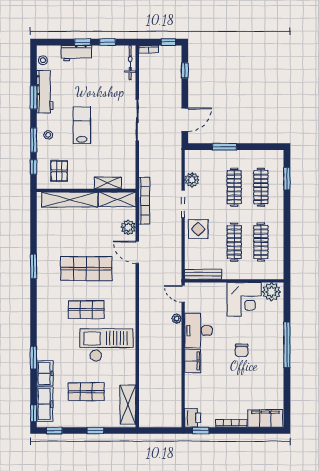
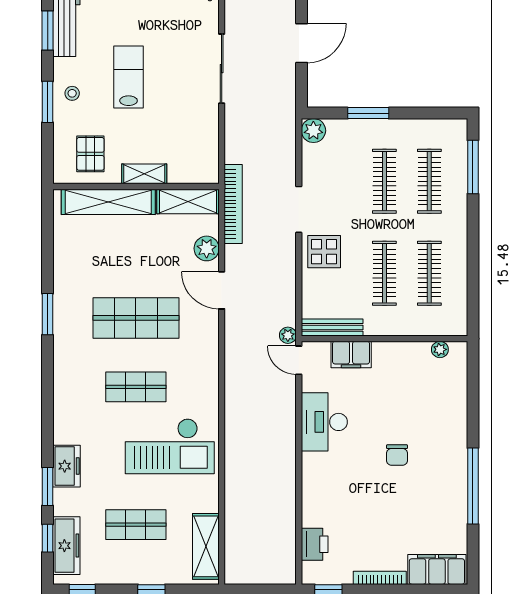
door: (185, 120) -> (302, 43), moved
window: (34, 167) -> (48, 147), removed
window: (287, 179) -> (473, 167), width x1.44
plant: (192, 180) -> (313, 131), moved
shelving: (108, 183) -> (144, 174), moved
plant: (272, 292) -> (440, 349), width x0.53, depth x0.53
corner desk: (244, 299) -> (401, 370), removed
plant: (177, 319) -> (288, 335), moved
checkout: (106, 345) -> (170, 446), turned 180
window: (287, 345) -> (473, 486), moved
window: (34, 358) -> (48, 487), moved
filing cabinet: (193, 361) -> (351, 354), moved, turned 90
freezer: (45, 373) -> (67, 466), moved
window: (34, 413) -> (48, 538), moved
printer: (193, 418) -> (315, 544), moved

